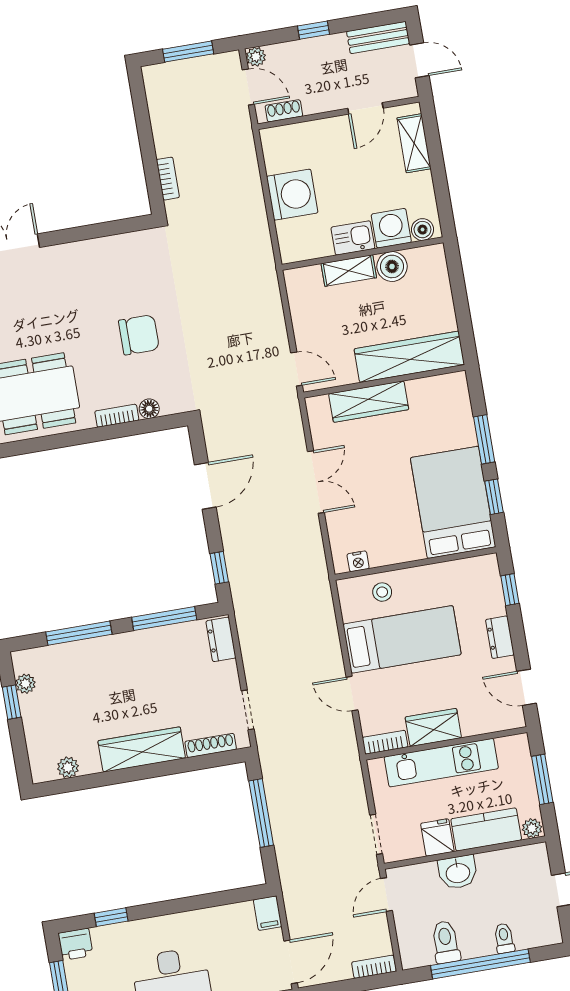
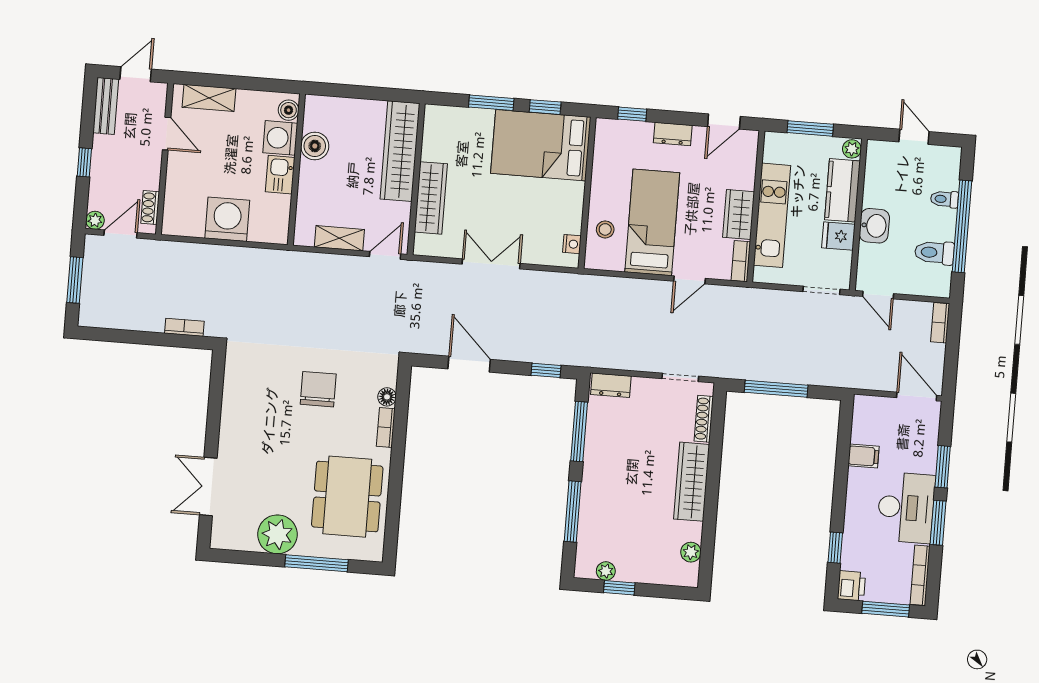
shelving: (349, 271) -> (339, 238), moved, turned 90
filing cabinet: (268, 913) -> (864, 456), moved

